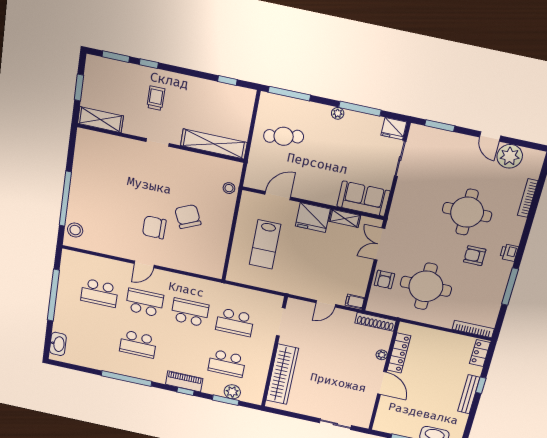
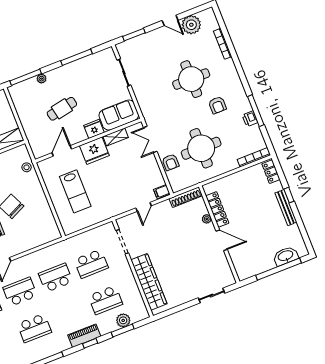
plant: (338, 113) -> (42, 79), moved
fridge: (394, 129) -> (94, 129), moved, turned 180
cafe table: (284, 136) -> (62, 109), moved
printer: (509, 253) -> (250, 119), moved
armchair: (475, 256) -> (217, 105), turned -90

